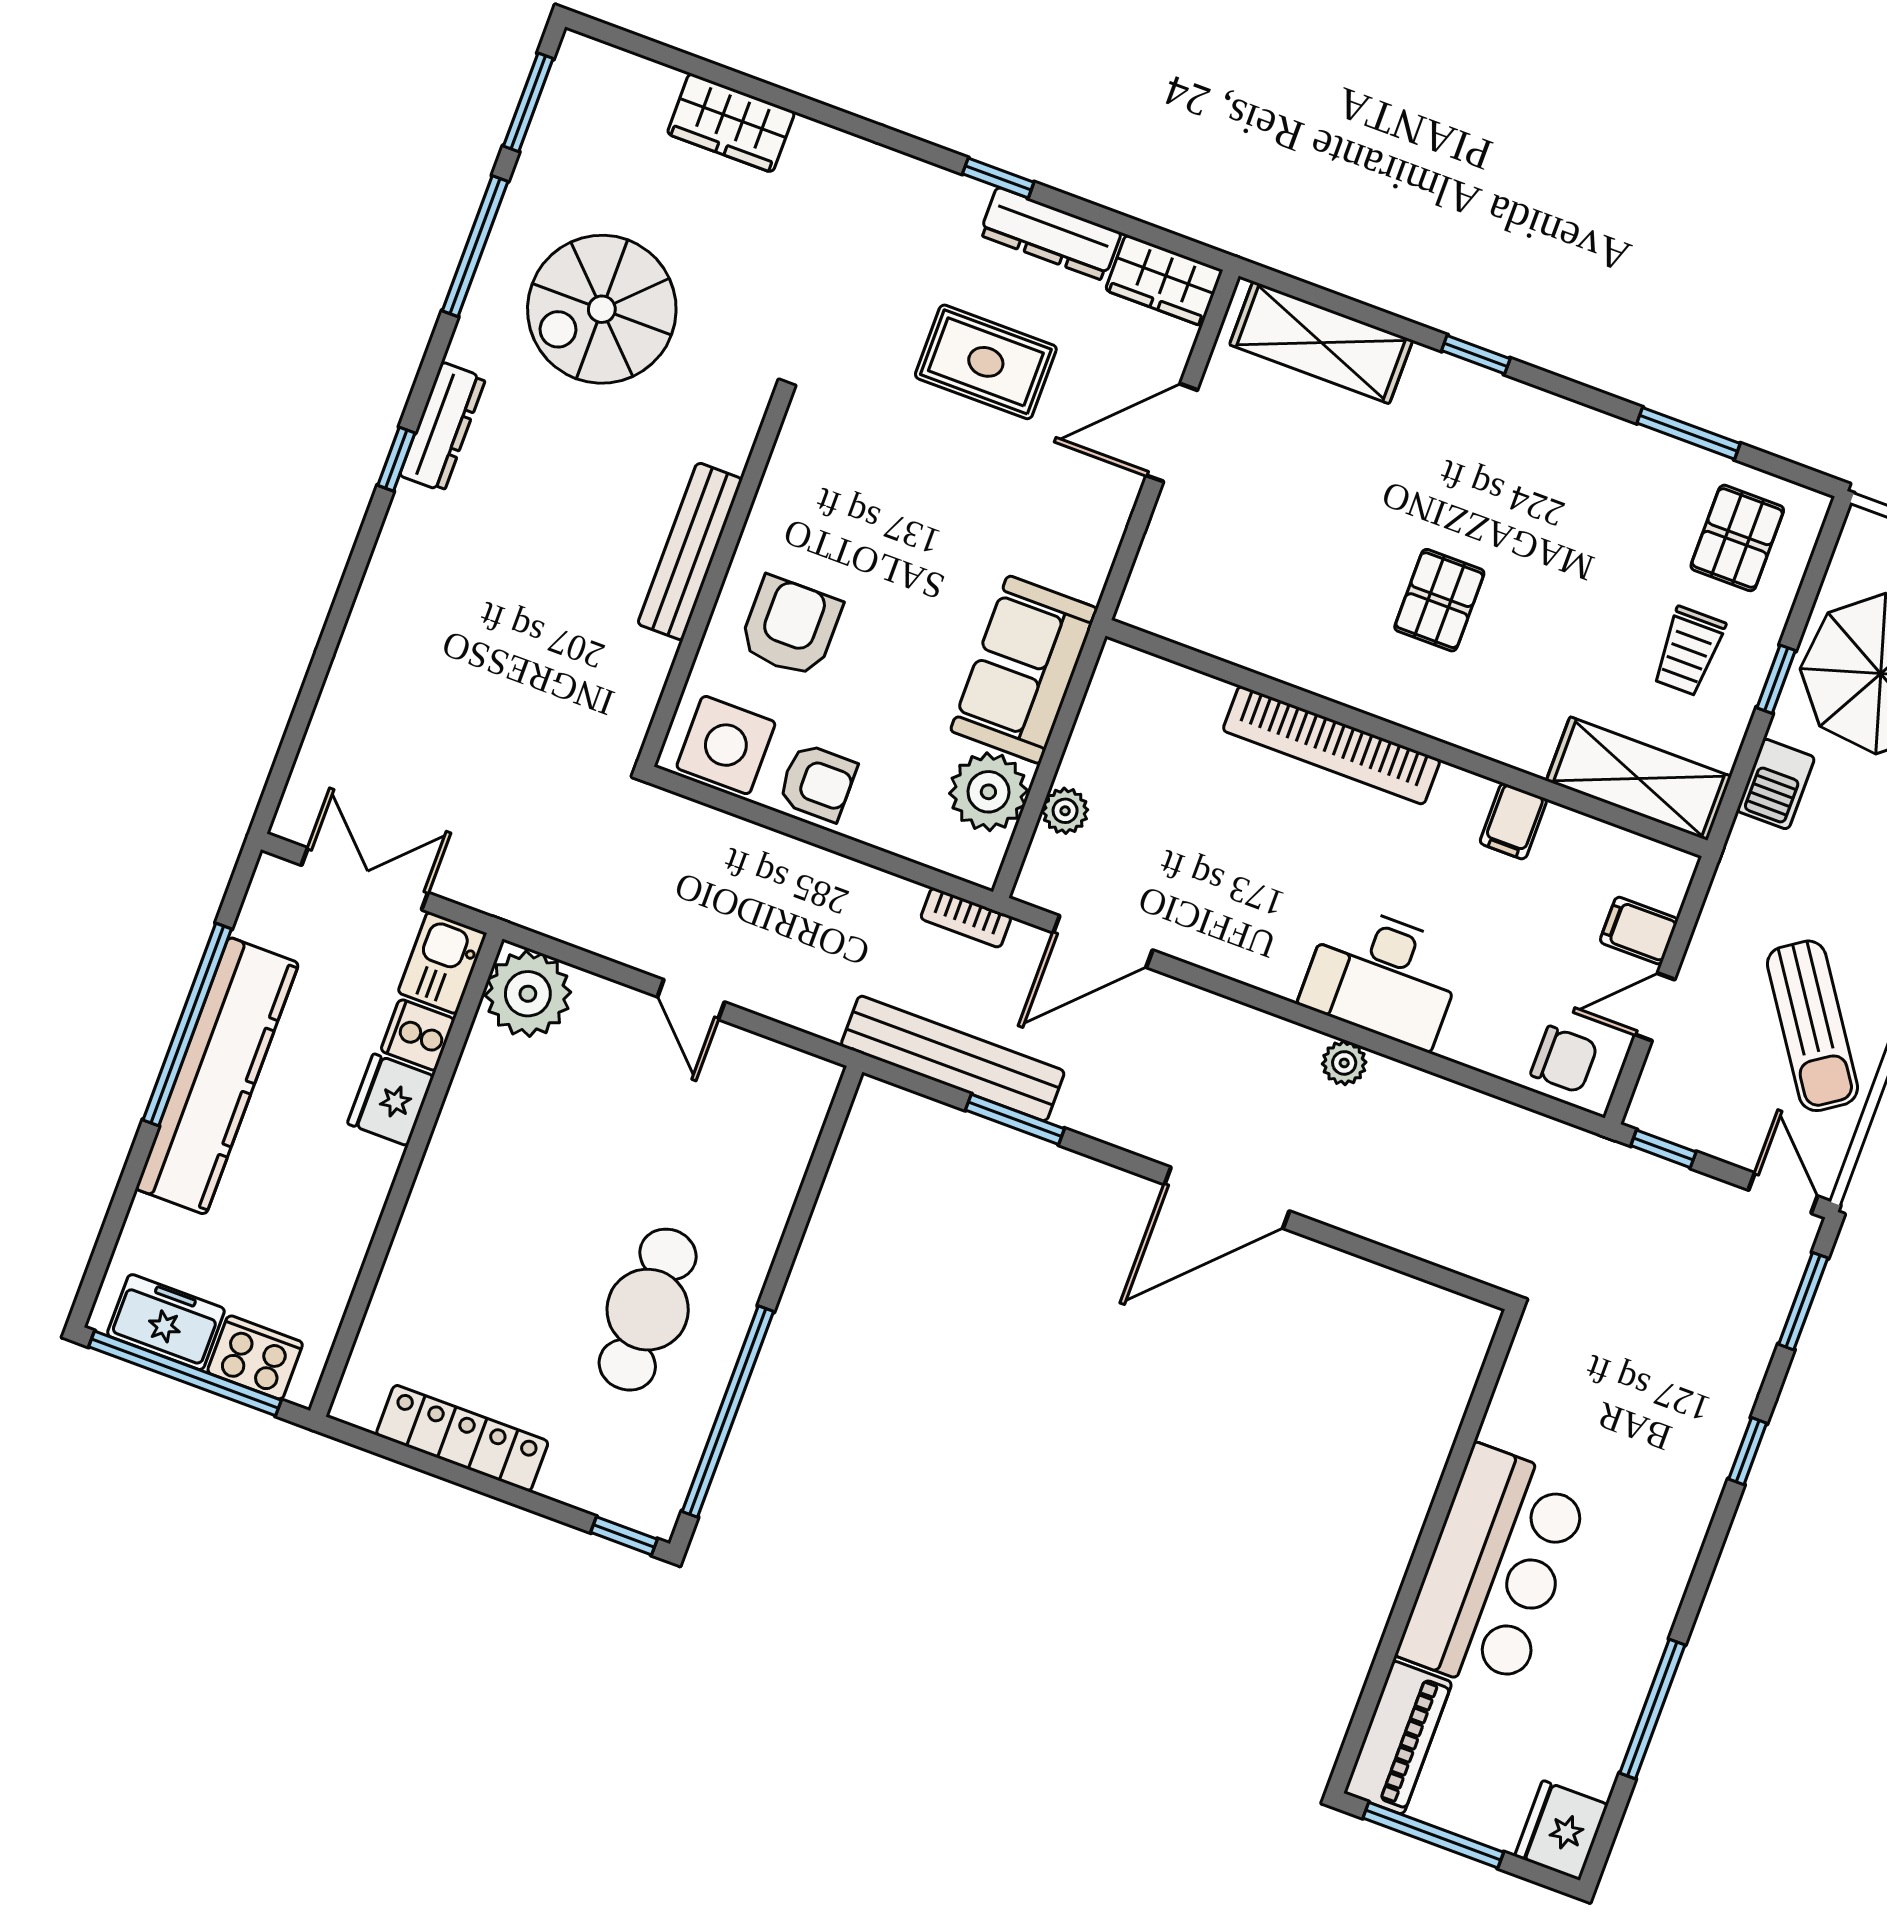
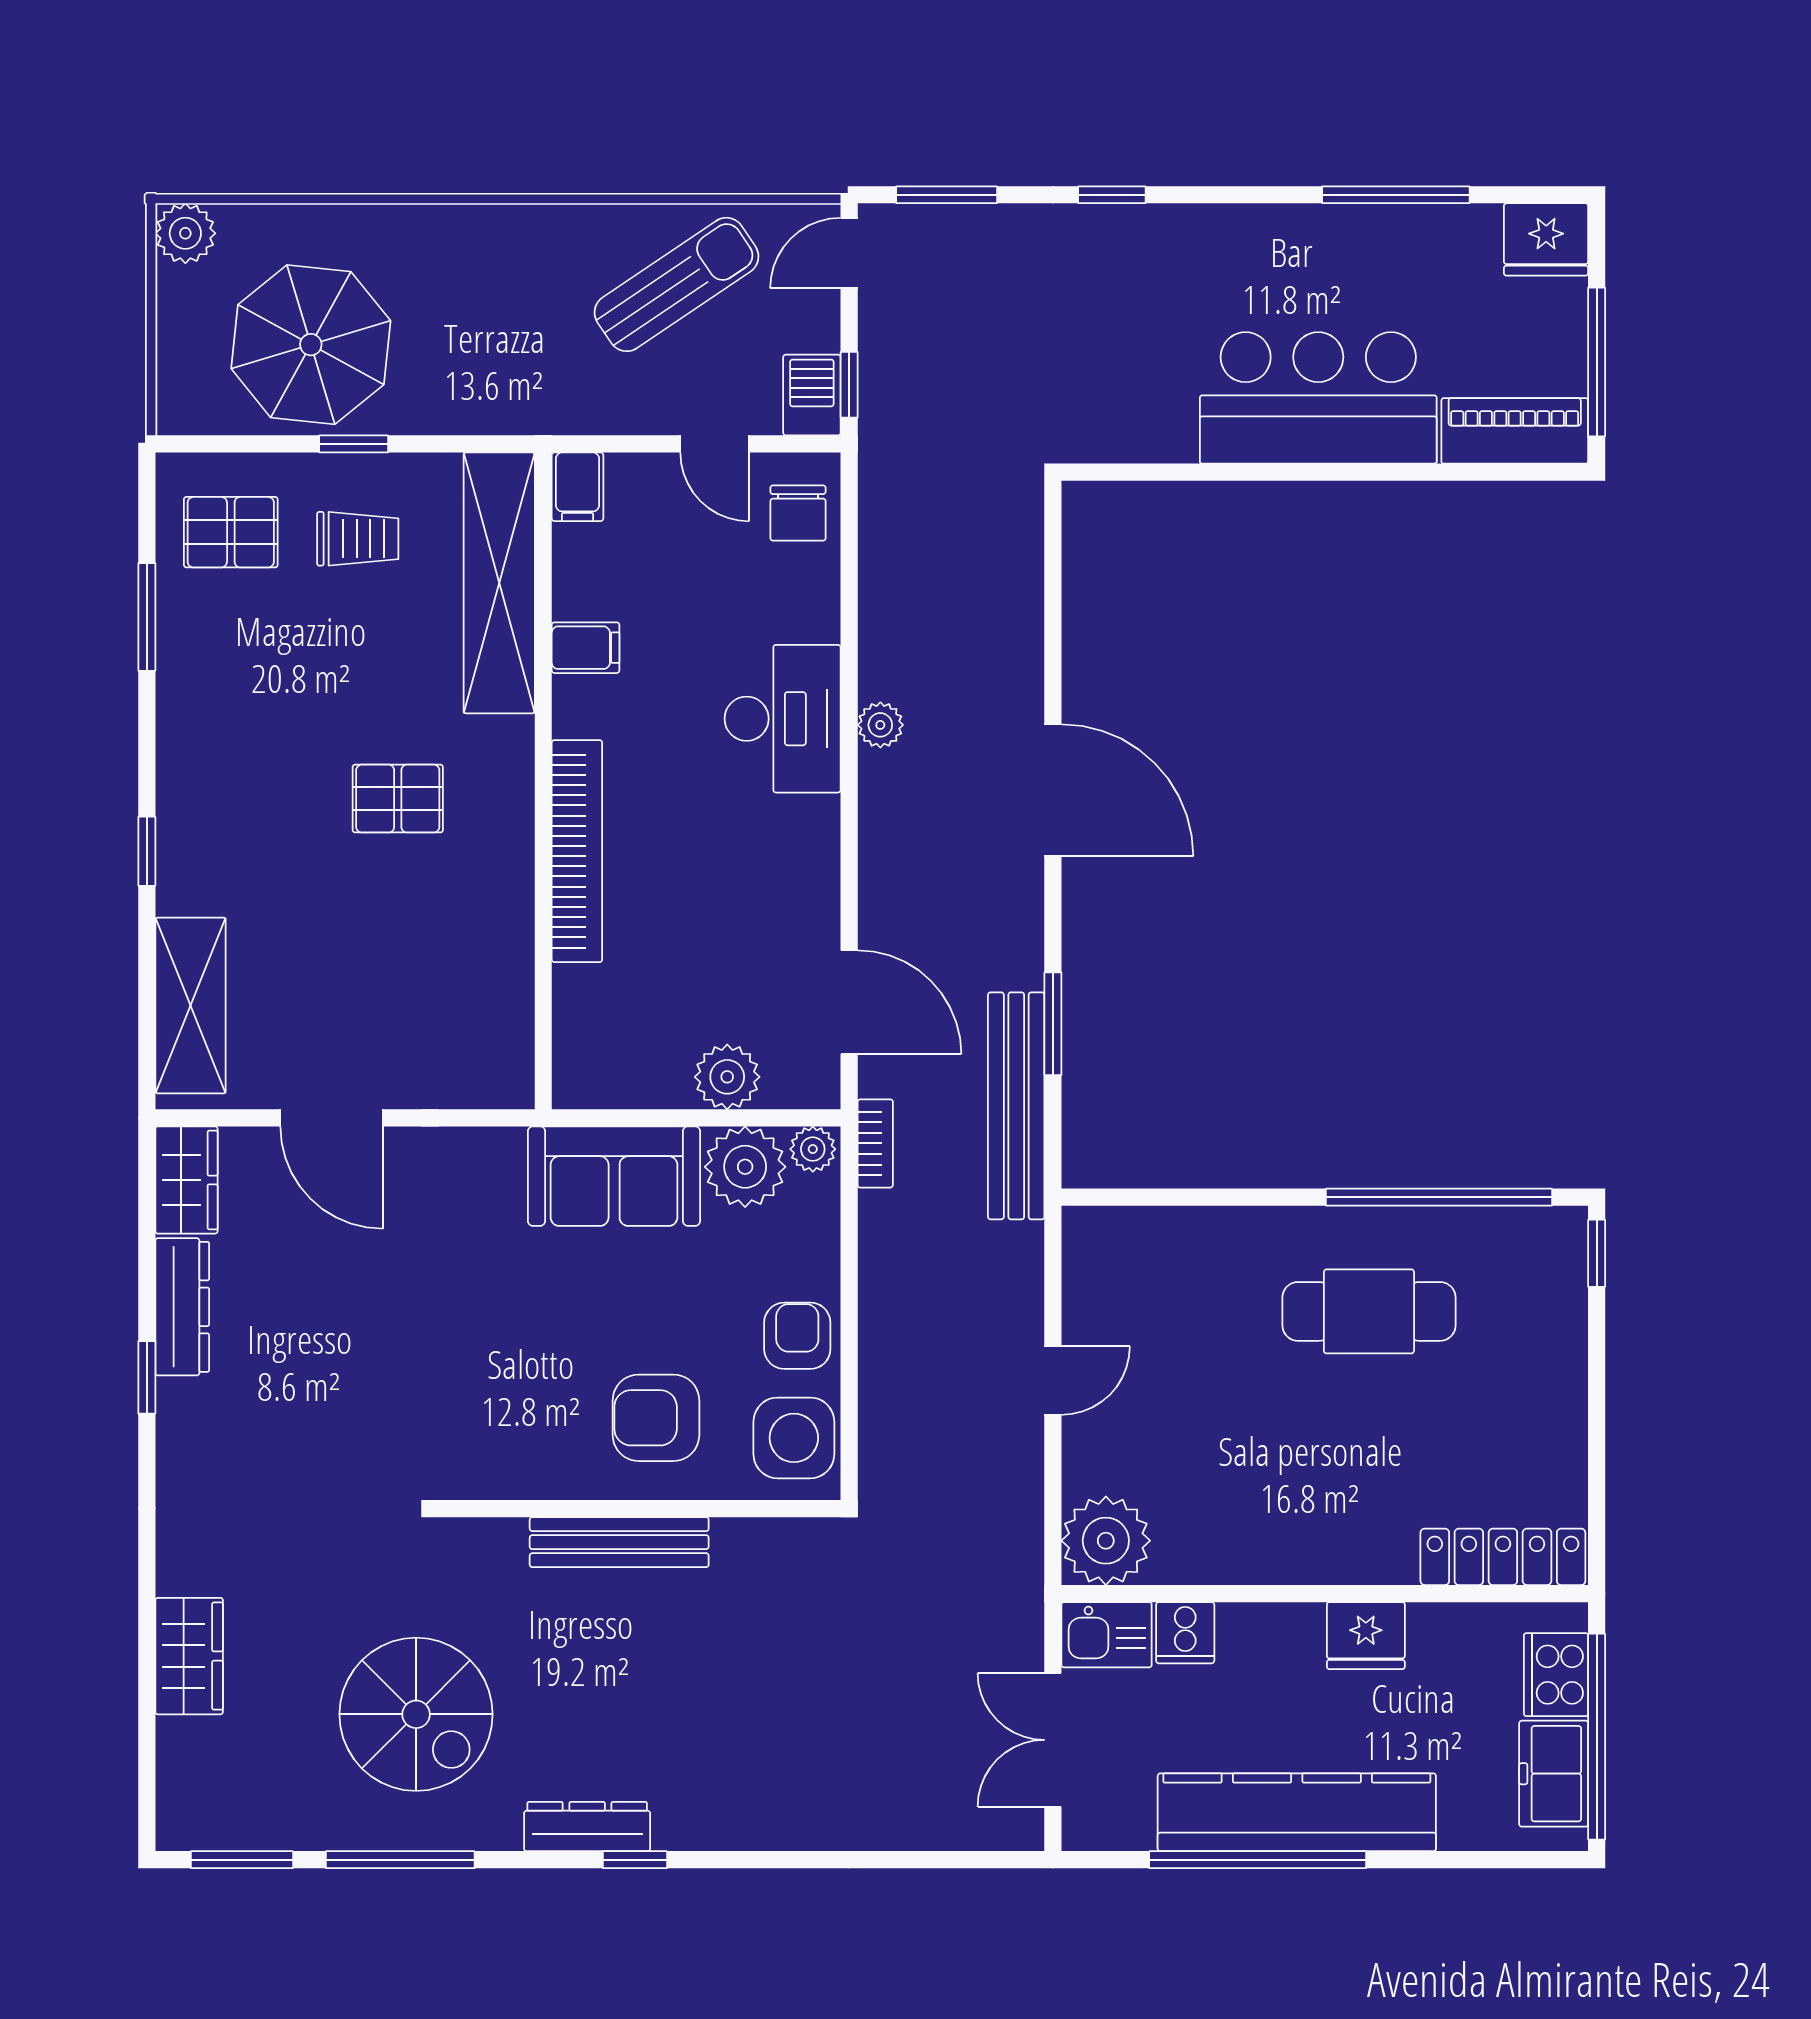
rug: (986, 362) -> (329, 1323), removed
shelving: (1639, 779) -> (499, 583), width x1.47
barbecue: (1776, 784) -> (812, 395), moved, turned -90
plant: (1065, 811) -> (727, 1077), width x1.38, depth x1.38
plant: (982, 859) -> (813, 1149), added
filing cabinet: (1639, 931) -> (578, 487), moved
chair: (1564, 1059) -> (798, 513), turned 180
fridge: (391, 1100) -> (1366, 1636), moved
locker: (462, 1438) -> (1503, 1557), moved, turned 90

